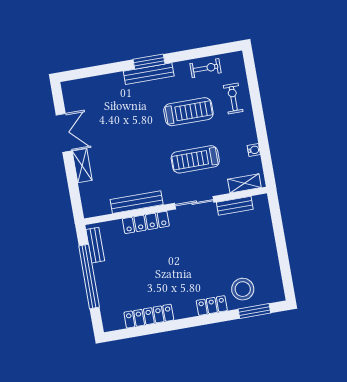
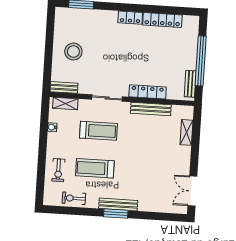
double door: (64, 133) -> (192, 191), moved
shelving: (82, 166) -> (186, 132), moved
bench: (235, 206) -> (64, 87), moved
stool: (243, 289) -> (73, 52), moved
locker: (212, 306) -> (130, 18), moved

